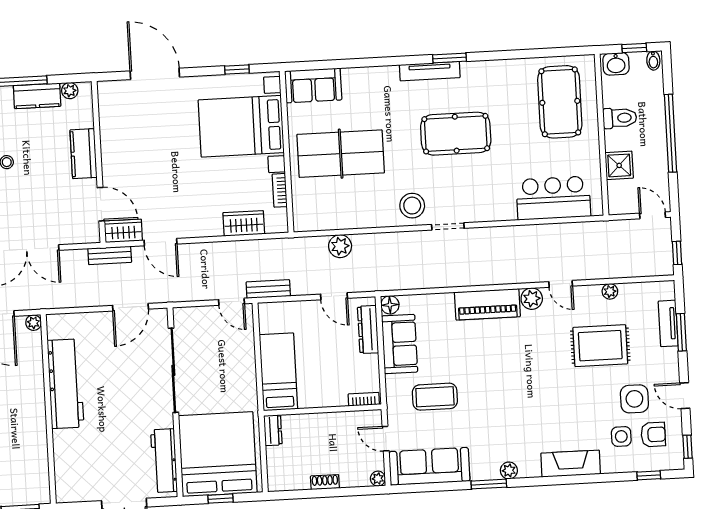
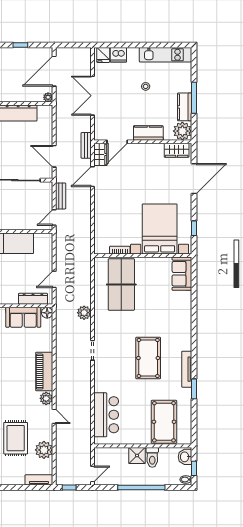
window: (450, 58) -> (194, 389), moved
tv unit: (430, 71) -> (187, 369), moved
plant: (70, 91) -> (182, 131), width x1.87, depth x1.87
pool table: (560, 102) -> (164, 422), turned 90
table tennis table: (341, 154) -> (121, 284), moved
shower: (619, 165) -> (137, 455), moved
stool: (412, 206) -> (106, 329), removed
wardrobe: (244, 223) -> (177, 150), moved, turned 90
plant: (340, 246) -> (84, 313), moved
door: (561, 284) -> (54, 416), swing flipped
bench: (268, 289) -> (61, 196), moved
plant: (610, 291) -> (44, 450), width x1.87, depth x1.87
tv unit: (668, 323) -> (39, 480), moved
window: (681, 332) -> (21, 488), removed

